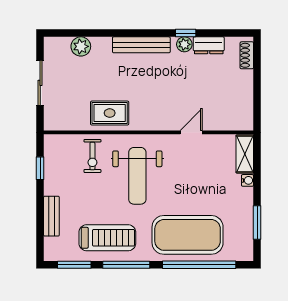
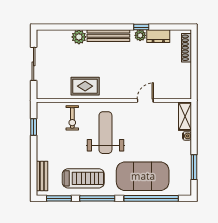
plant: (81, 46) -> (79, 37), moved
shoe rack: (247, 55) -> (186, 48), width x1.43
weight bench: (137, 176) -> (105, 133), turned 180
bench: (51, 216) -> (42, 176), moved

